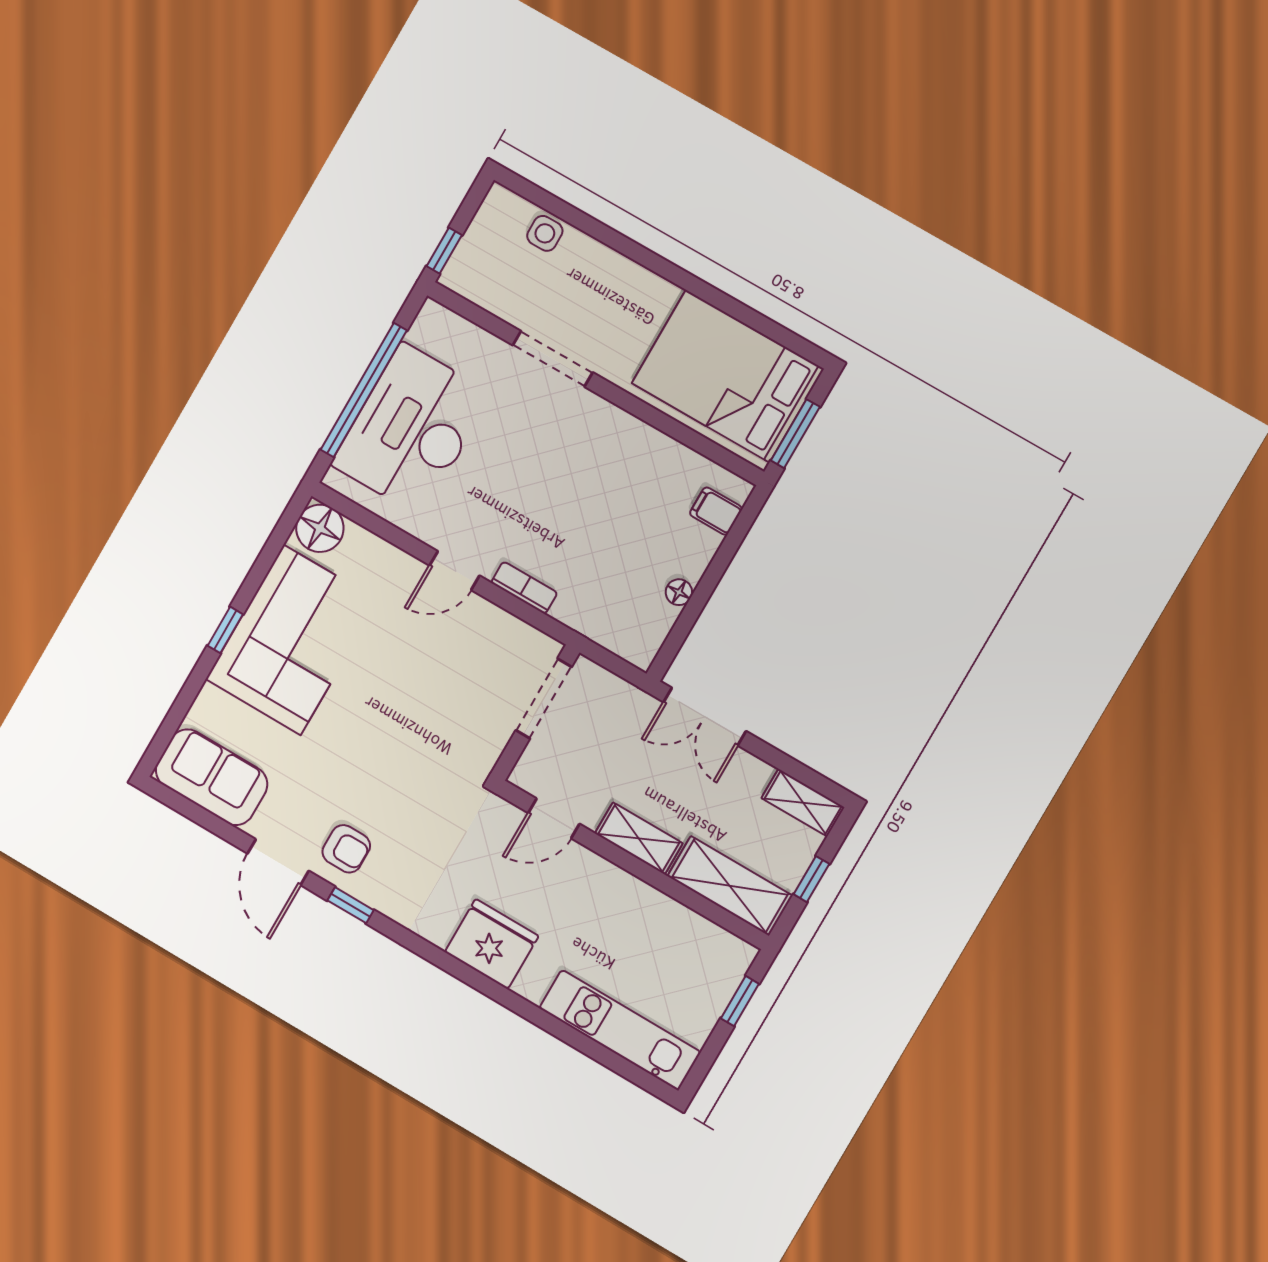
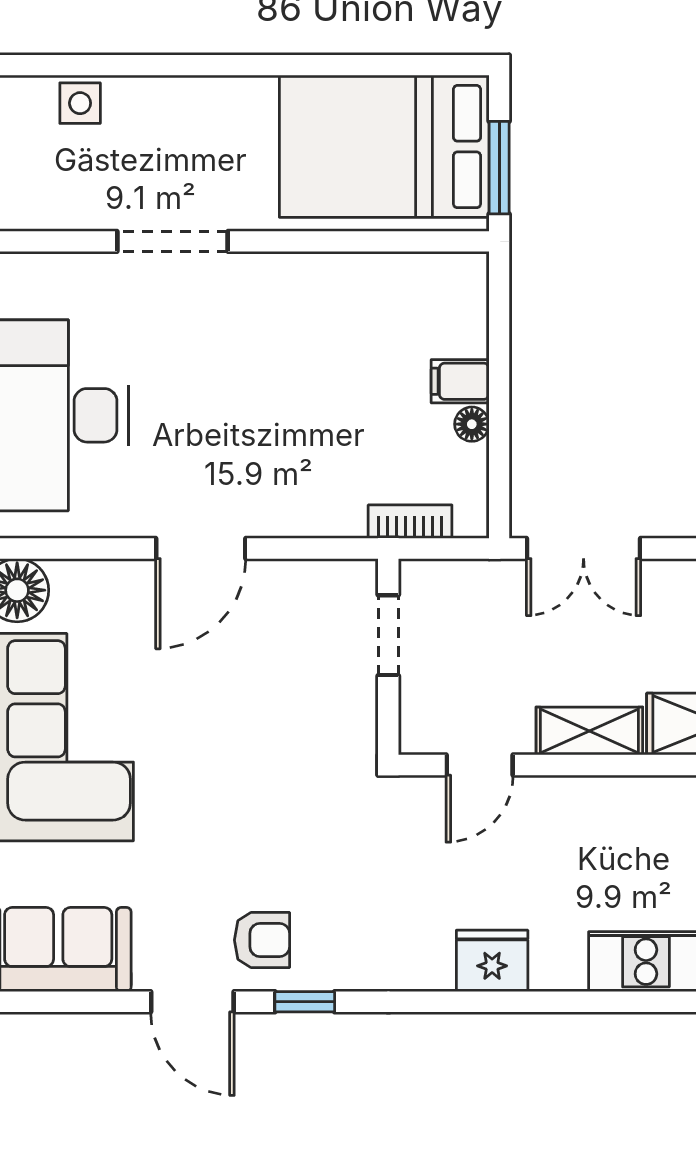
filing cabinet: (716, 511) -> (460, 381), moved
door: (454, 571) -> (201, 549), width x1.37
bookcase: (524, 588) -> (410, 522), moved
doorway: (544, 699) -> (388, 635), width x0.73
fridge: (492, 944) -> (492, 961), width x0.73, depth x0.75

